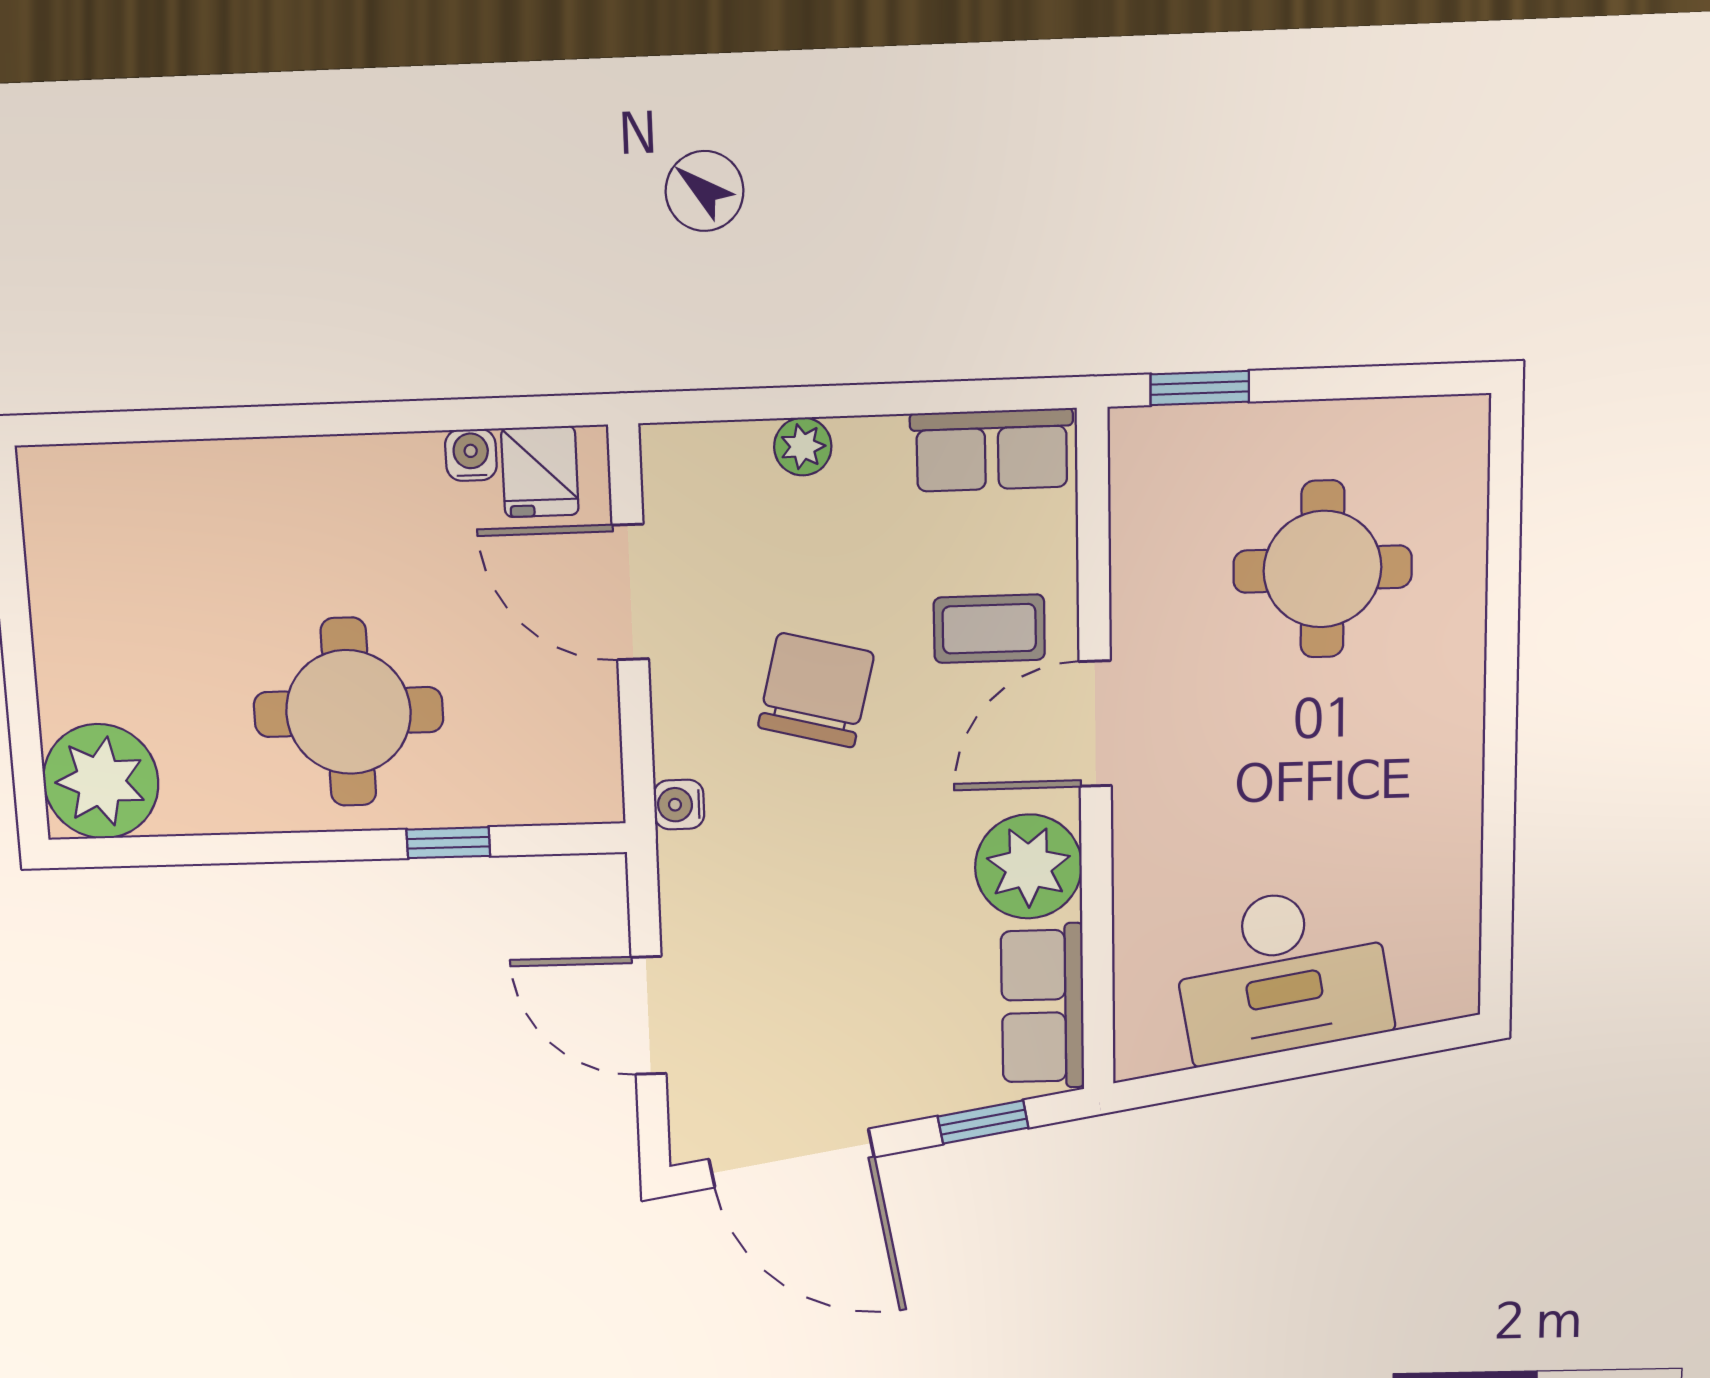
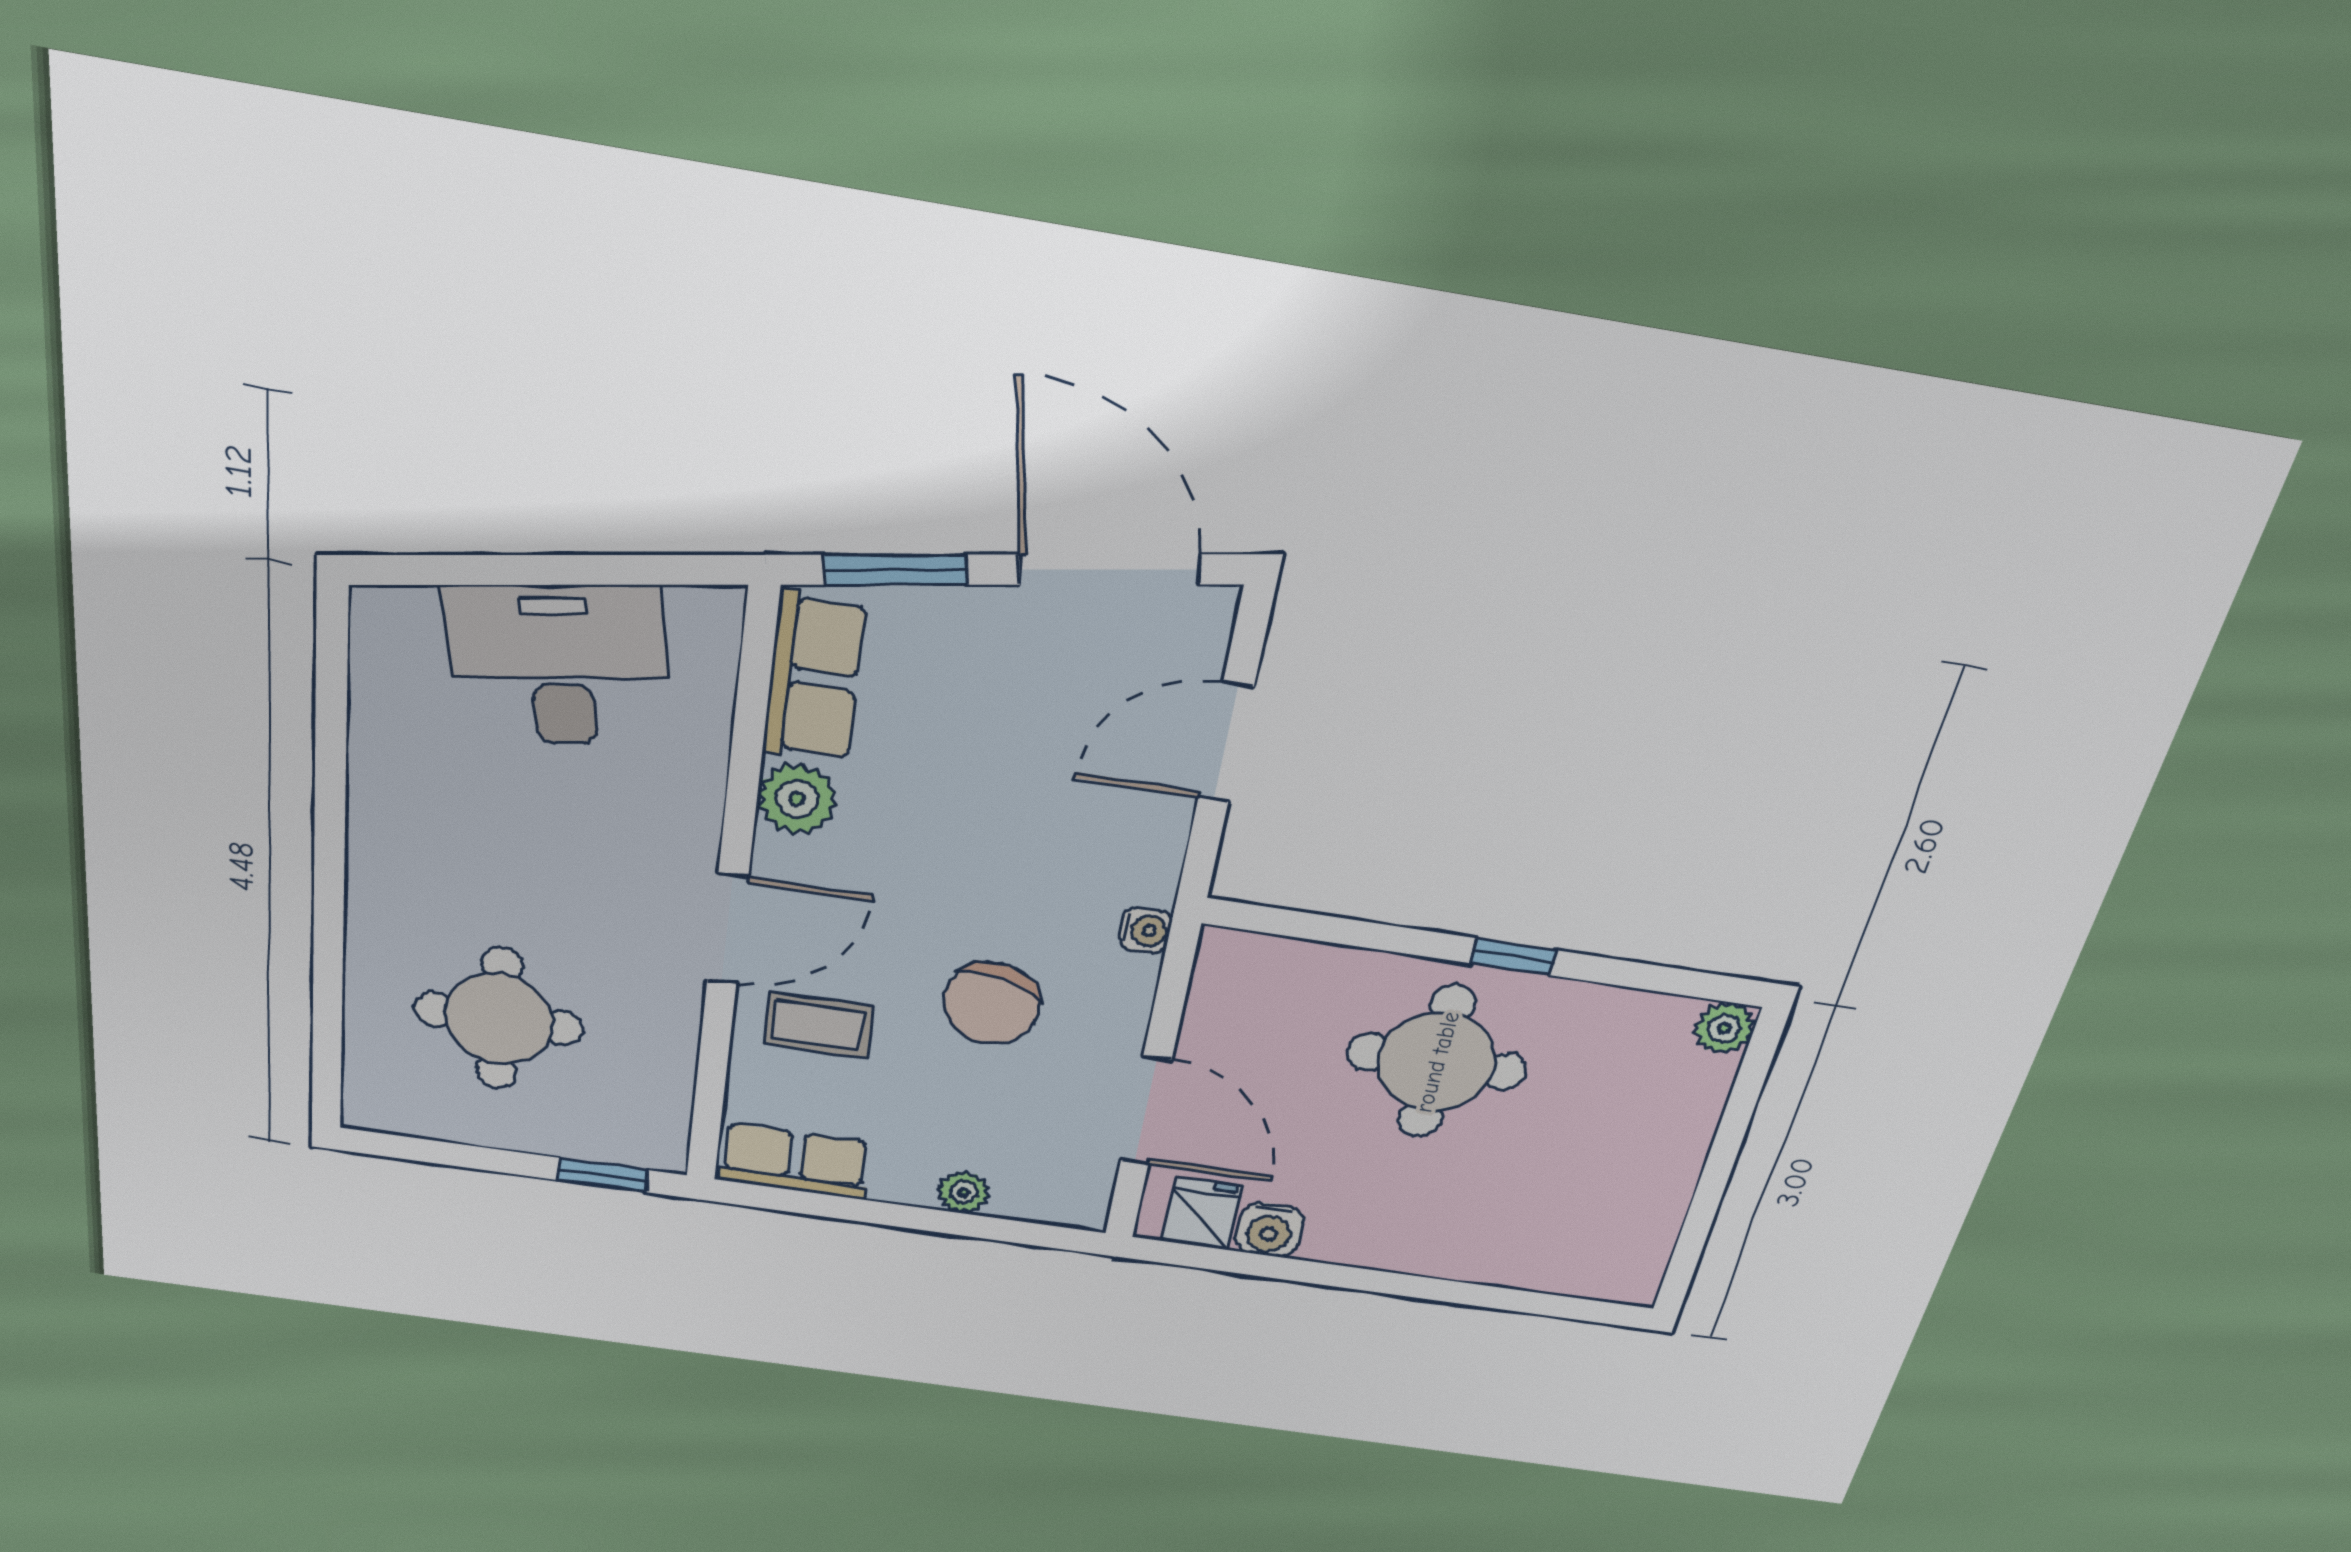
water cooler: (471, 455) -> (1270, 1230), width x1.38, depth x1.38
plant: (101, 781) -> (1724, 1028), width x0.53, depth x0.53
window: (448, 843) -> (1513, 957), moved
plant: (1028, 866) -> (797, 799), width x0.73, depth x0.73
door: (649, 1016) -> (1226, 743), swing flipped
window: (983, 1122) -> (895, 570), width x1.50

